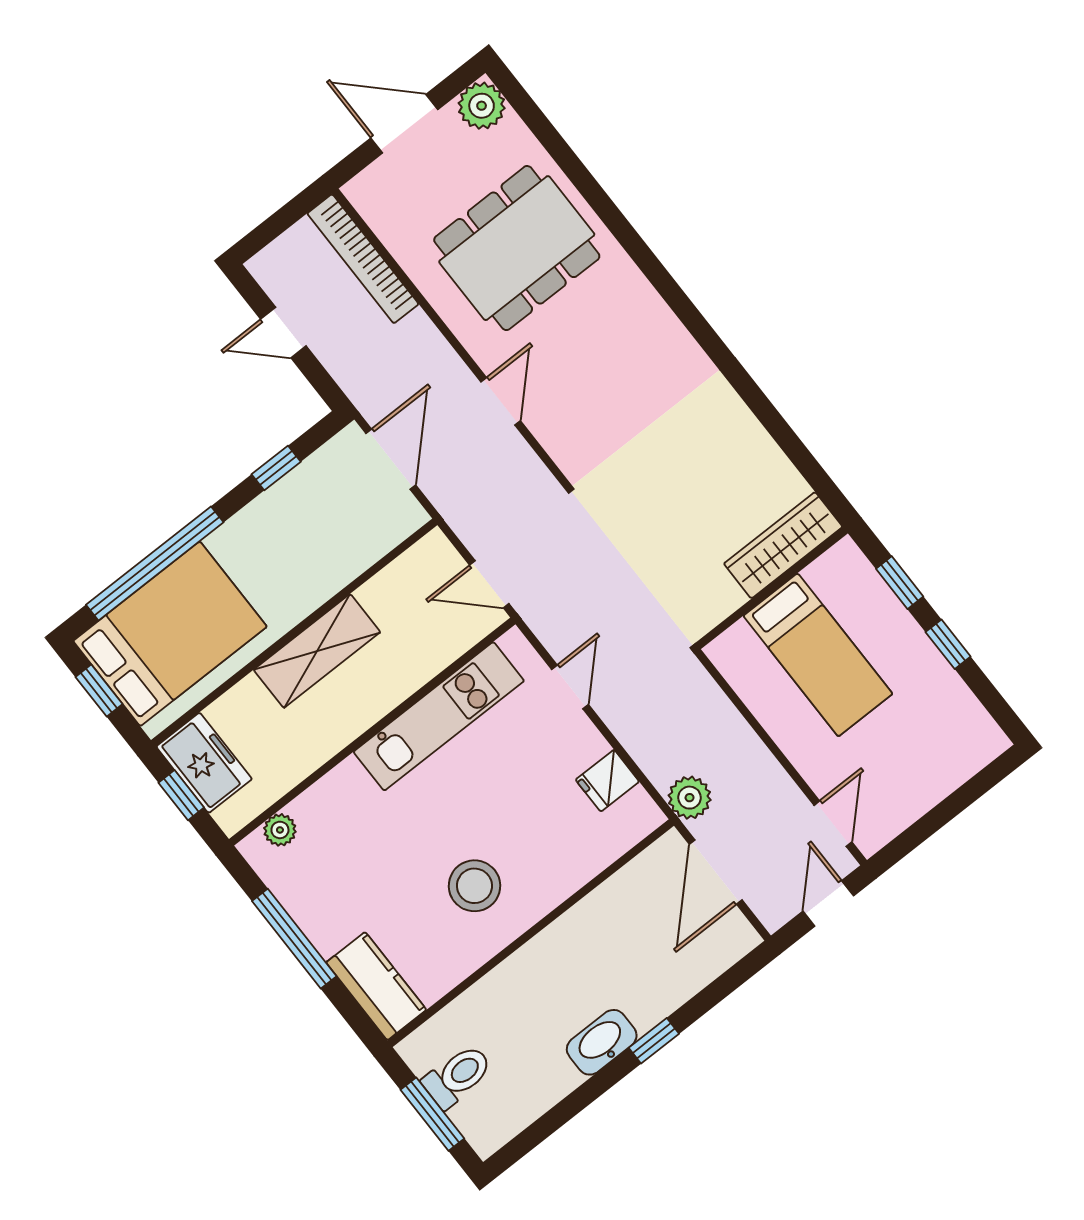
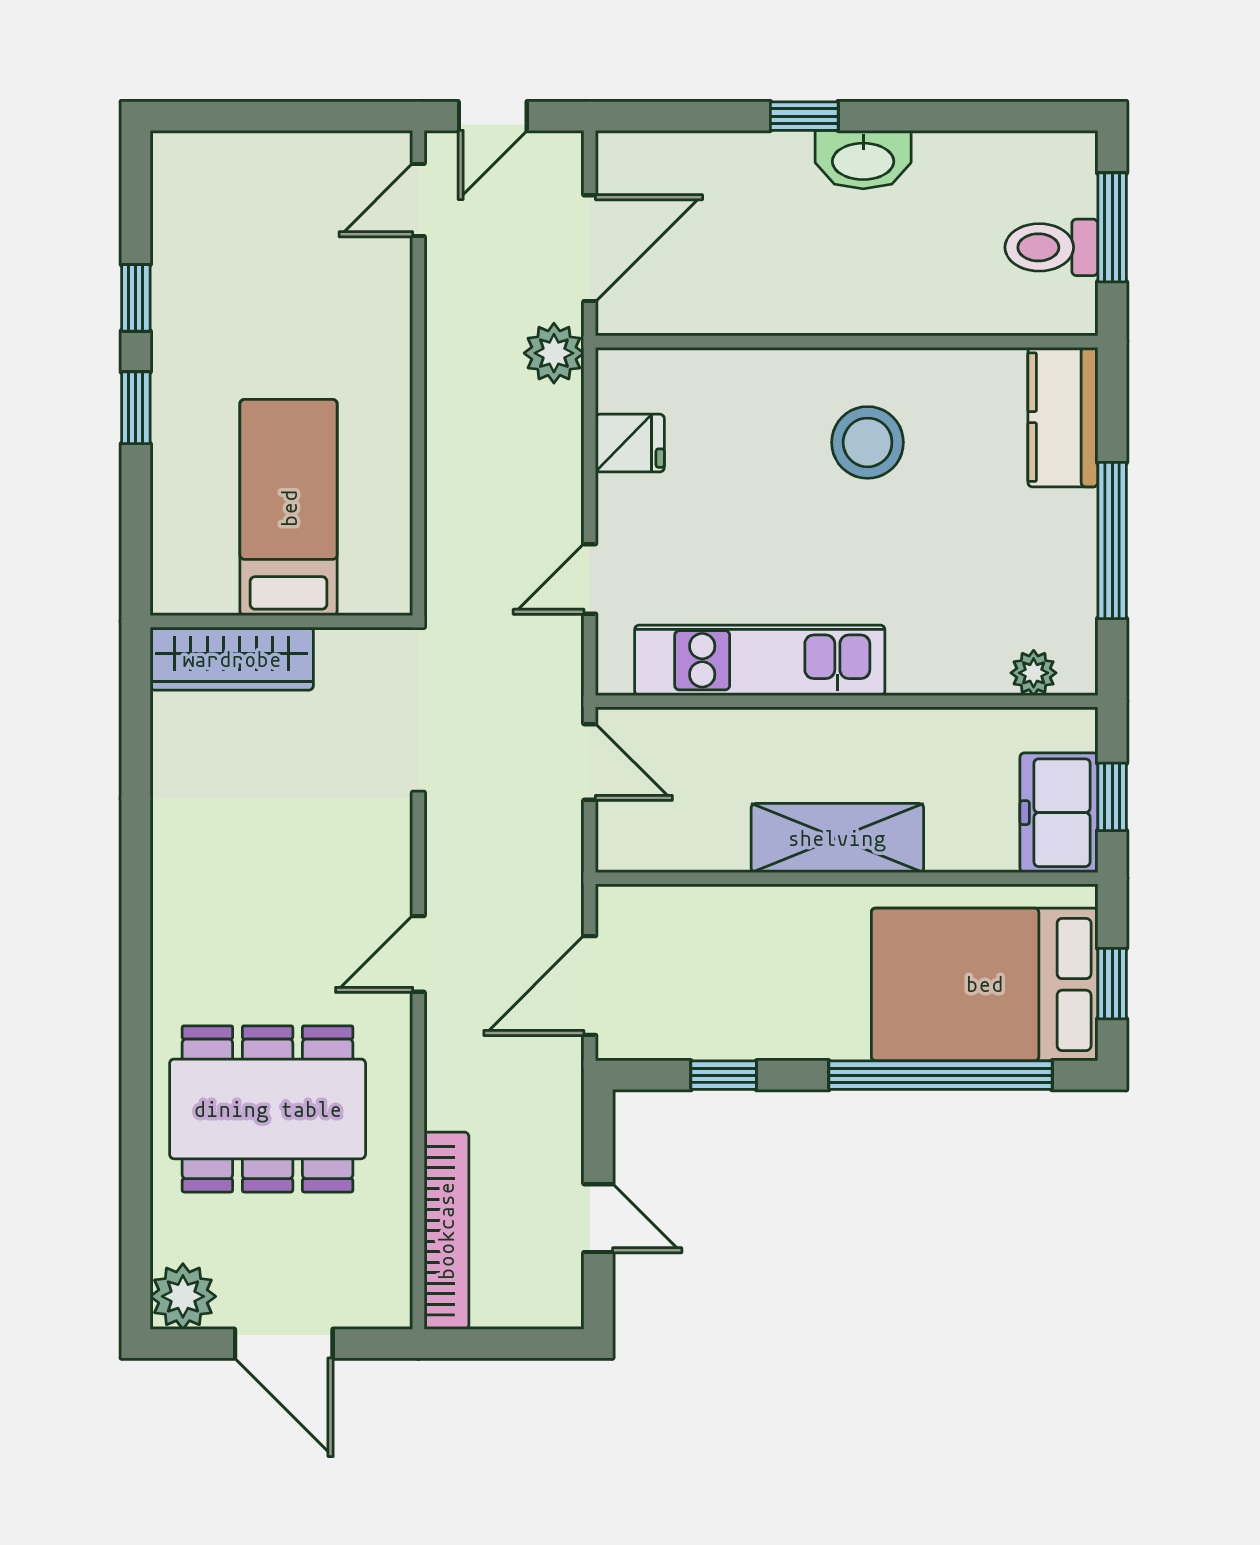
wardrobe: (783, 545) -> (232, 659), moved
wall: (772, 588) -> (281, 621), moved
bed: (818, 655) -> (289, 508), moved

